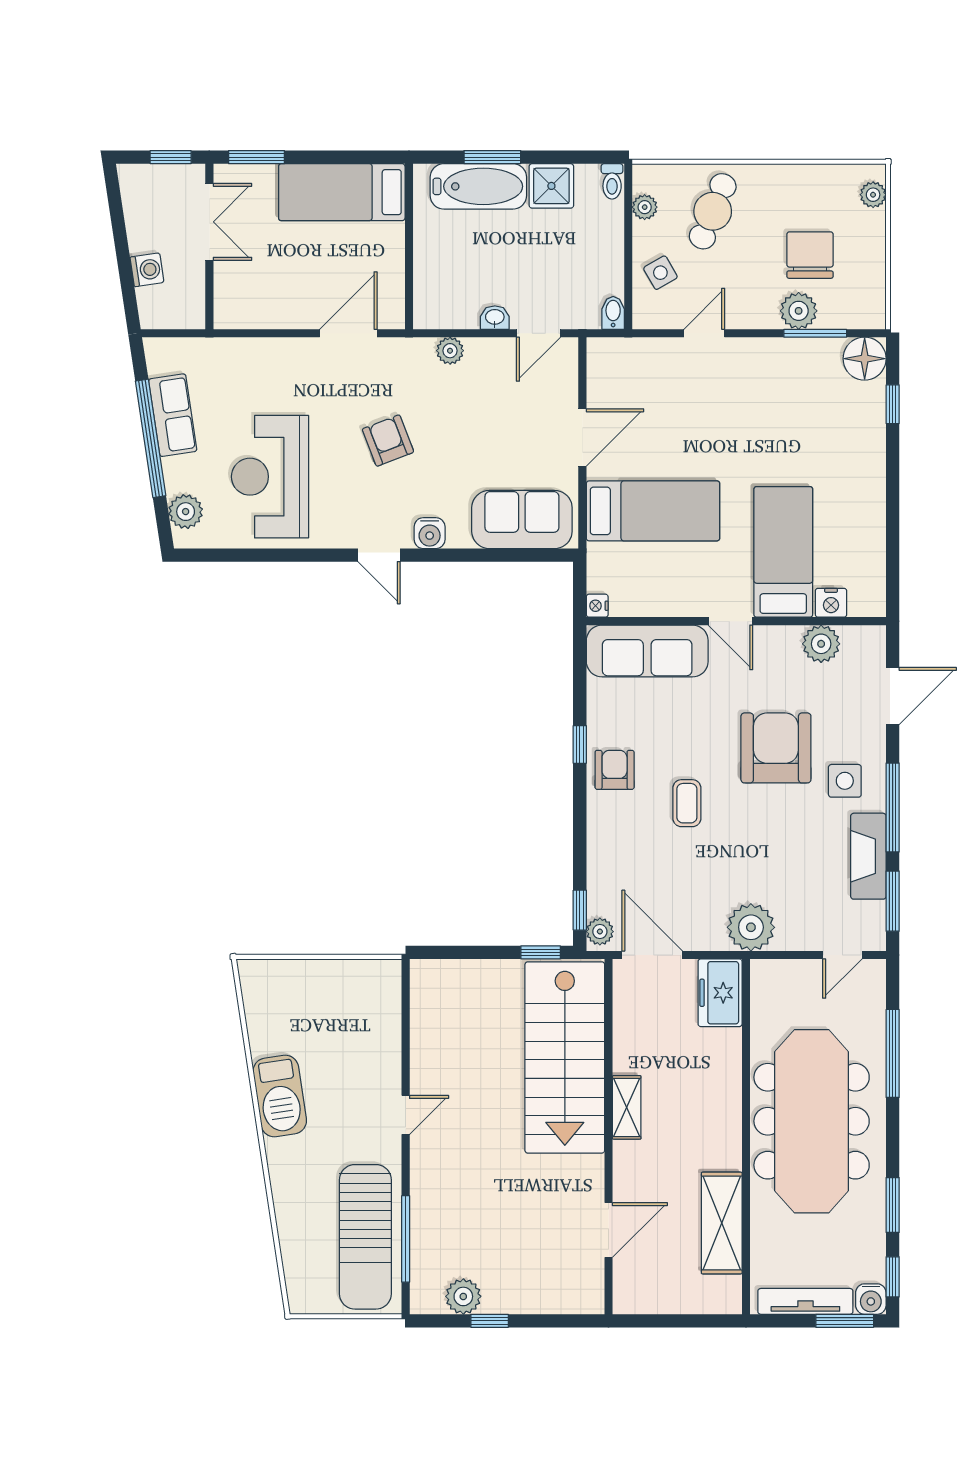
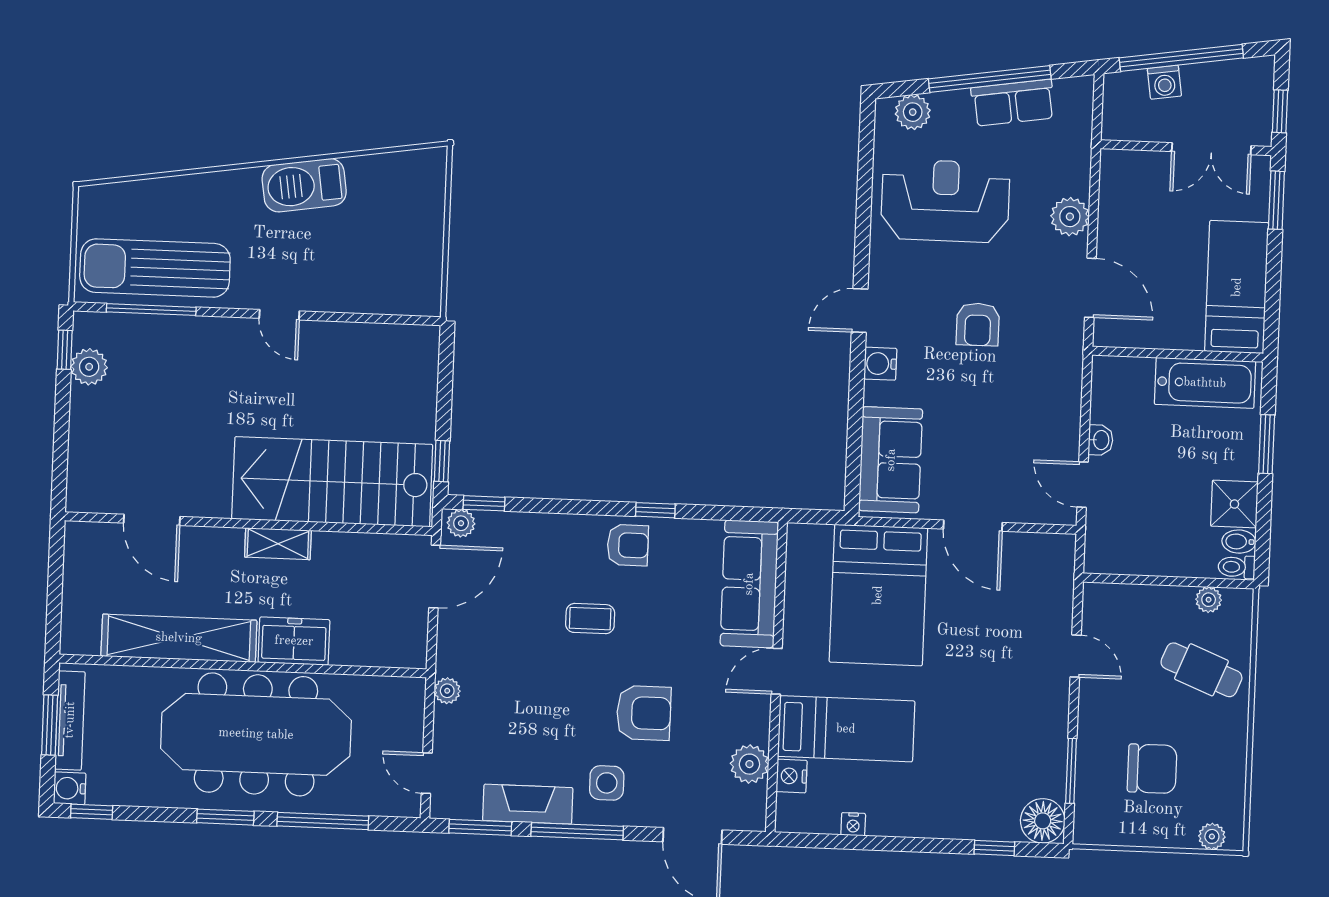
bathtub: (478, 186) -> (1205, 383), moved, turned -90
window: (123, 254) -> (1181, 58), added
side table: (660, 273) -> (1140, 613), removed
plant: (799, 311) -> (1095, 755), removed
bidet: (613, 313) -> (1239, 542), moved, turned 180
plant: (450, 351) -> (1070, 217), moved, width x1.38, depth x1.38
armchair: (388, 441) -> (978, 324), turned 111
bed: (653, 511) -> (878, 595), width x1.50
nightstand: (597, 606) -> (853, 824), moved, turned 180
armchair: (776, 748) -> (644, 713), width x0.73, depth x0.73
plant: (751, 927) -> (447, 691), width x0.53, depth x0.53
freezer: (720, 993) -> (294, 641), moved
window: (893, 1205) -> (225, 817), moved
shelving: (722, 1223) -> (179, 638), width x1.47
window: (490, 1321) -> (65, 350), moved
window: (845, 1321) -> (50, 725), moved

